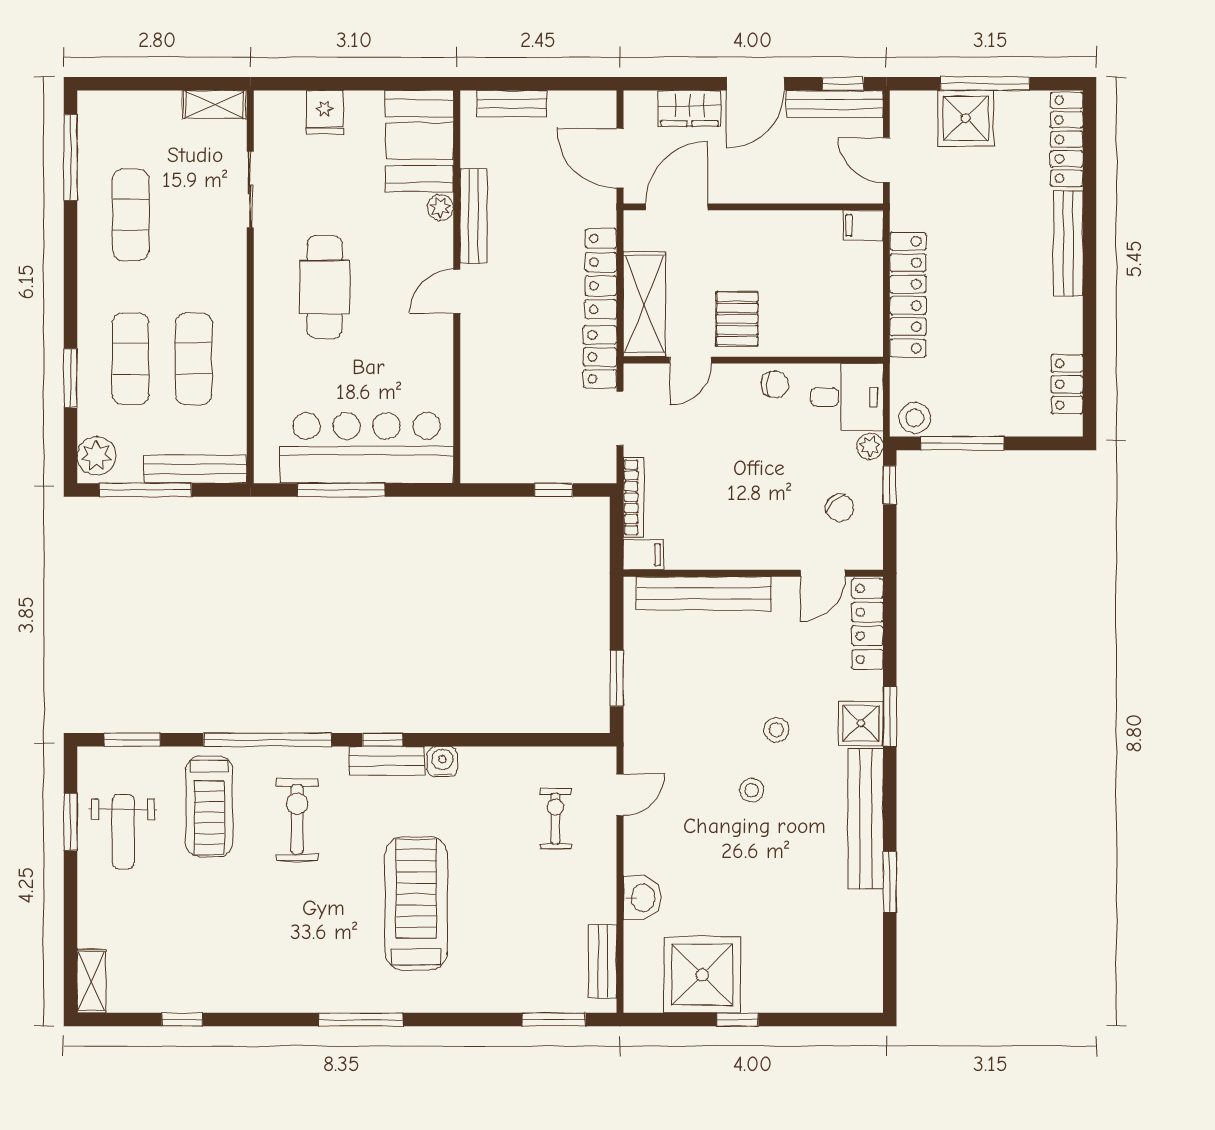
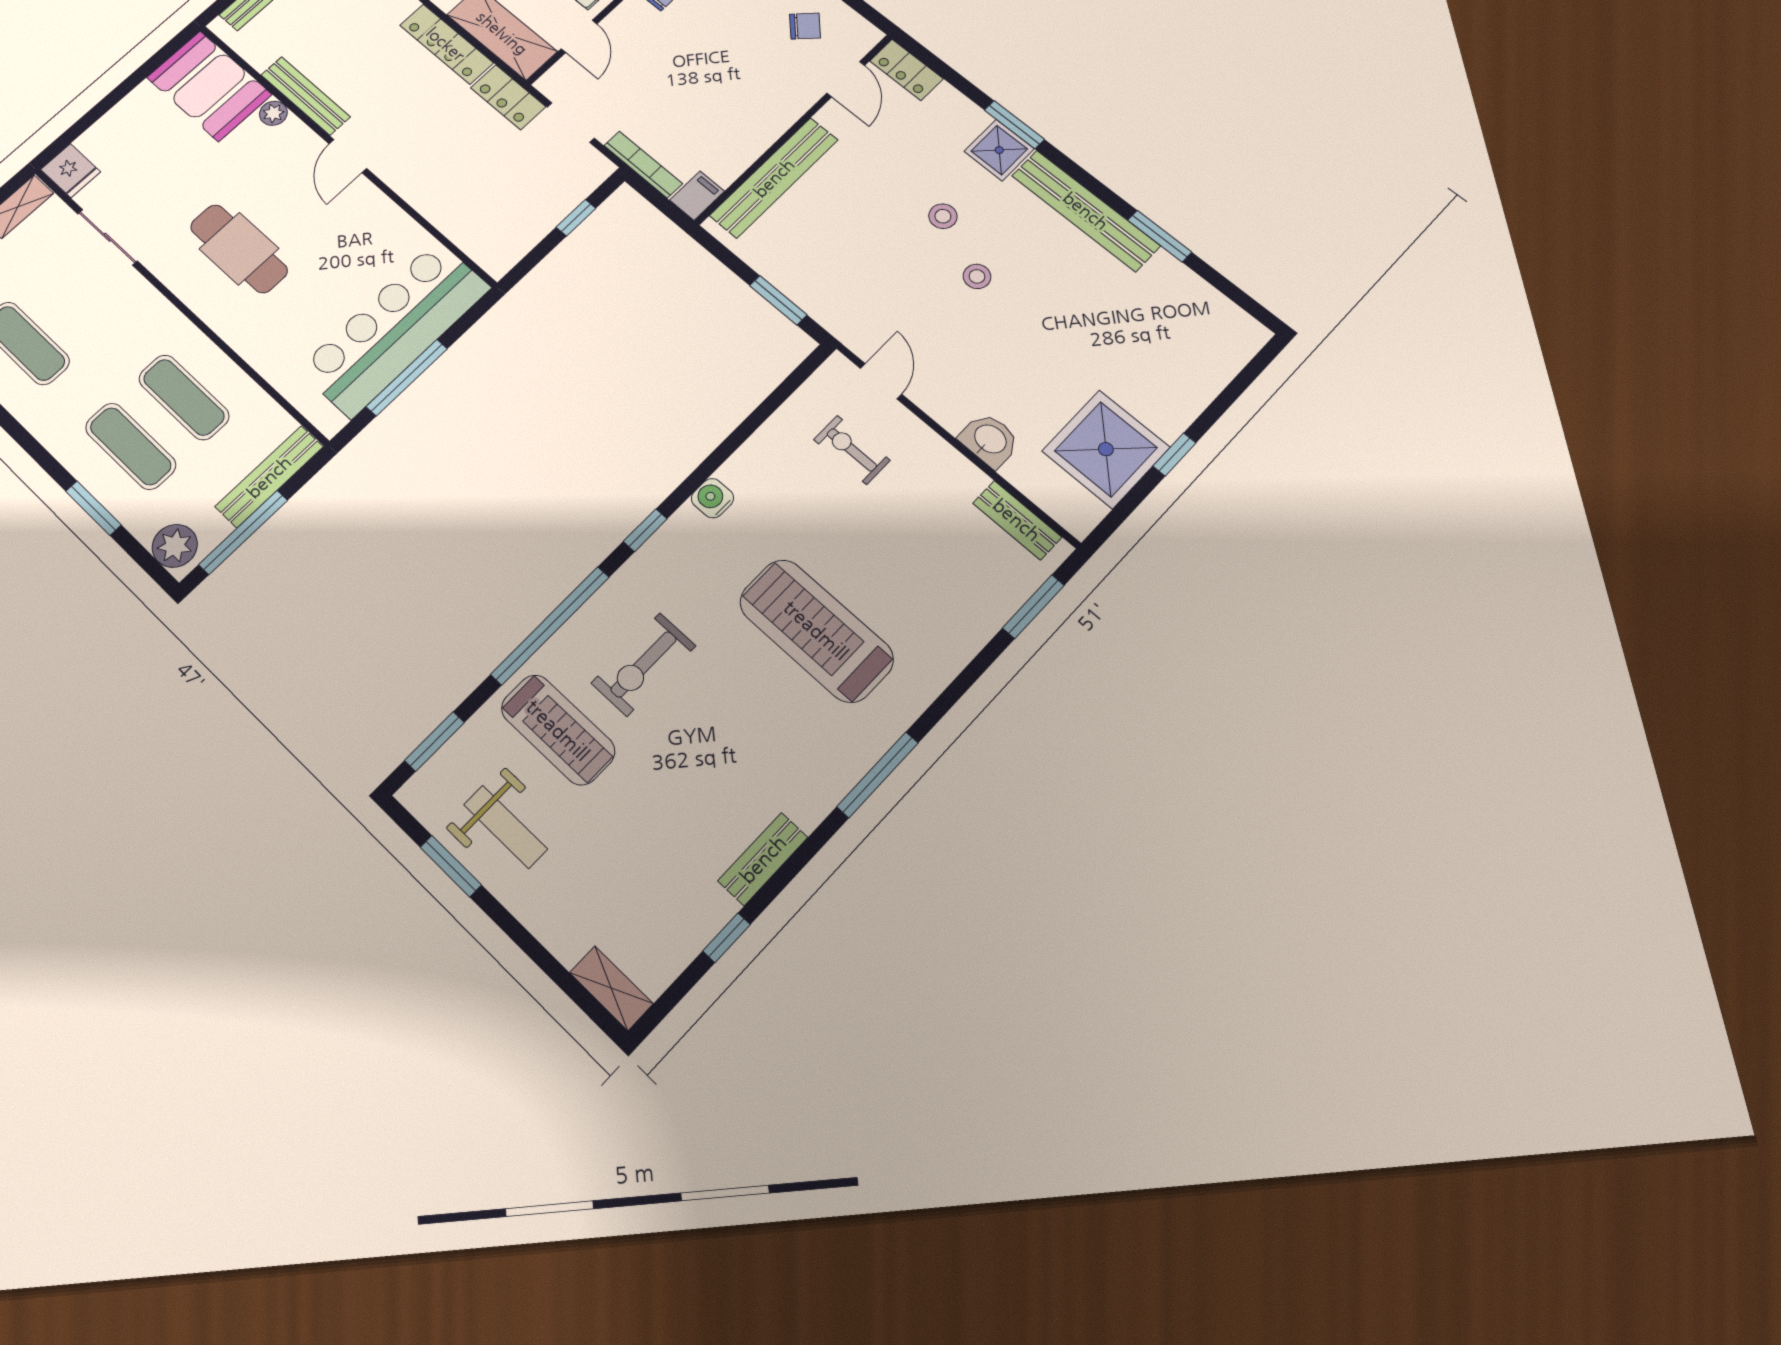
fridge: (325, 112) -> (71, 171), moved
locker: (867, 624) -> (907, 70), width x0.66
bench: (387, 761) -> (763, 859), moved
exercise bike: (297, 819) -> (644, 664), turned -90

